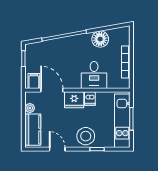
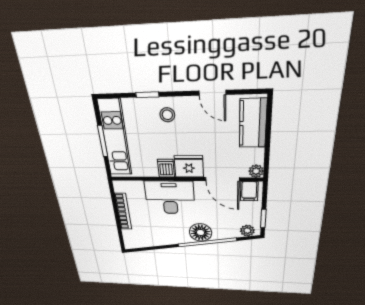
floor lamp: (100, 39) -> (201, 232), moved
plant: (34, 48) -> (247, 231), added
desk: (94, 75) -> (170, 197), width x1.37
plant: (30, 108) -> (256, 171), moved
stool: (86, 136) -> (167, 115), width x0.53, depth x0.53

